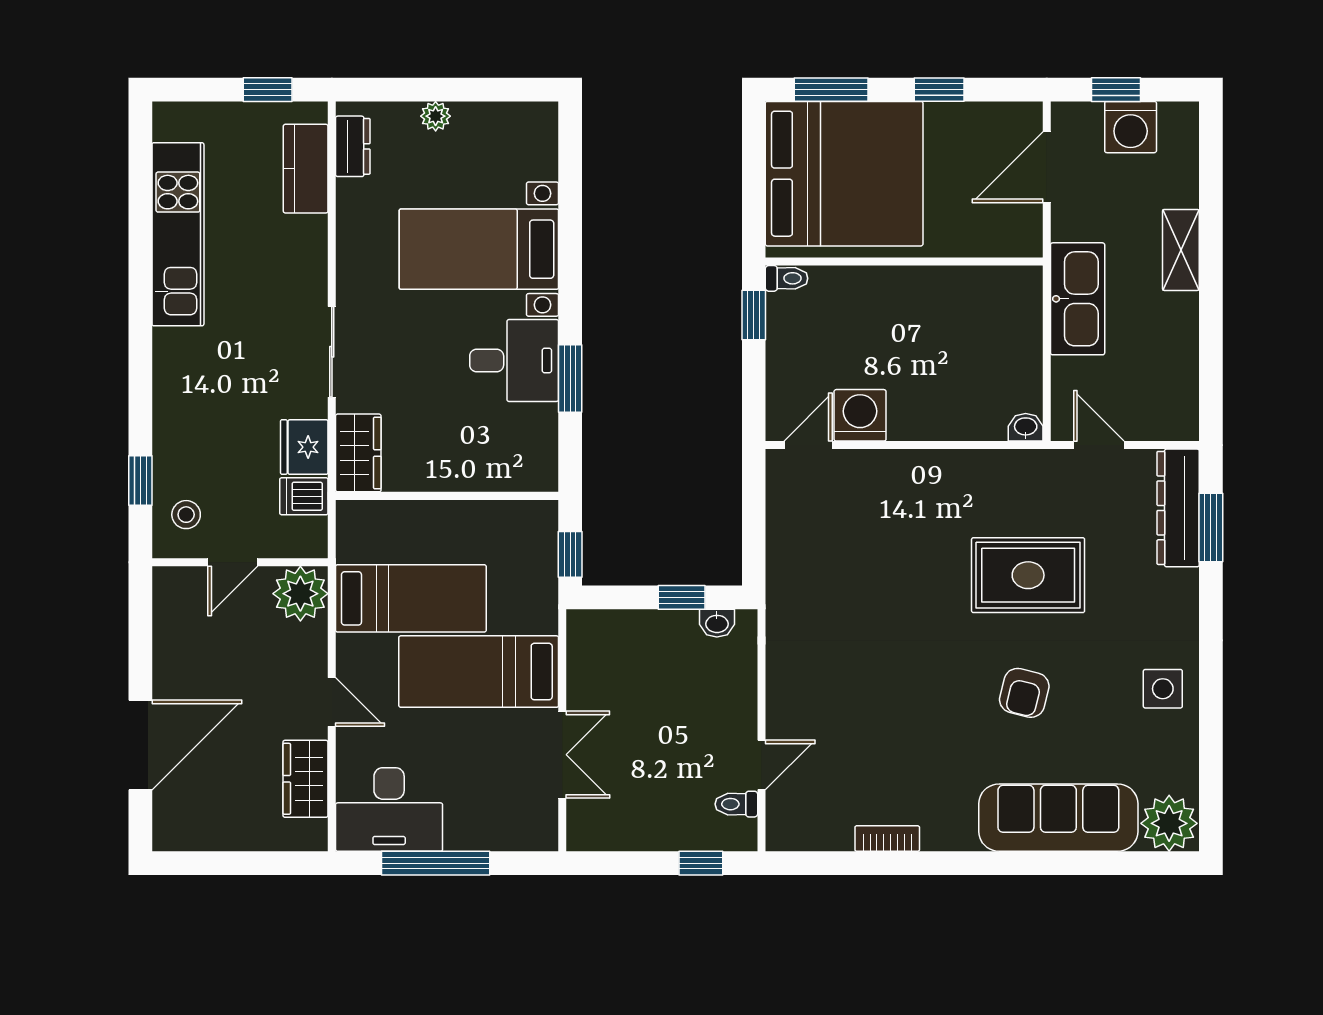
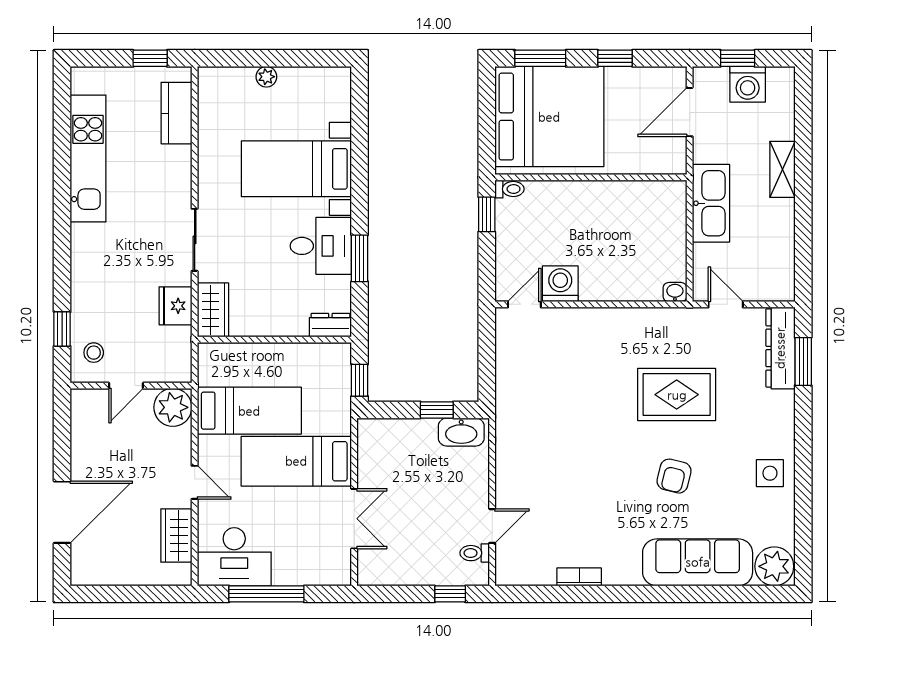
dresser: (353, 146) -> (330, 325), moved, turned -90
dishwasher: (304, 496) -> (175, 340), removed
washbasin: (717, 623) -> (461, 432), width x1.91, depth x1.45

